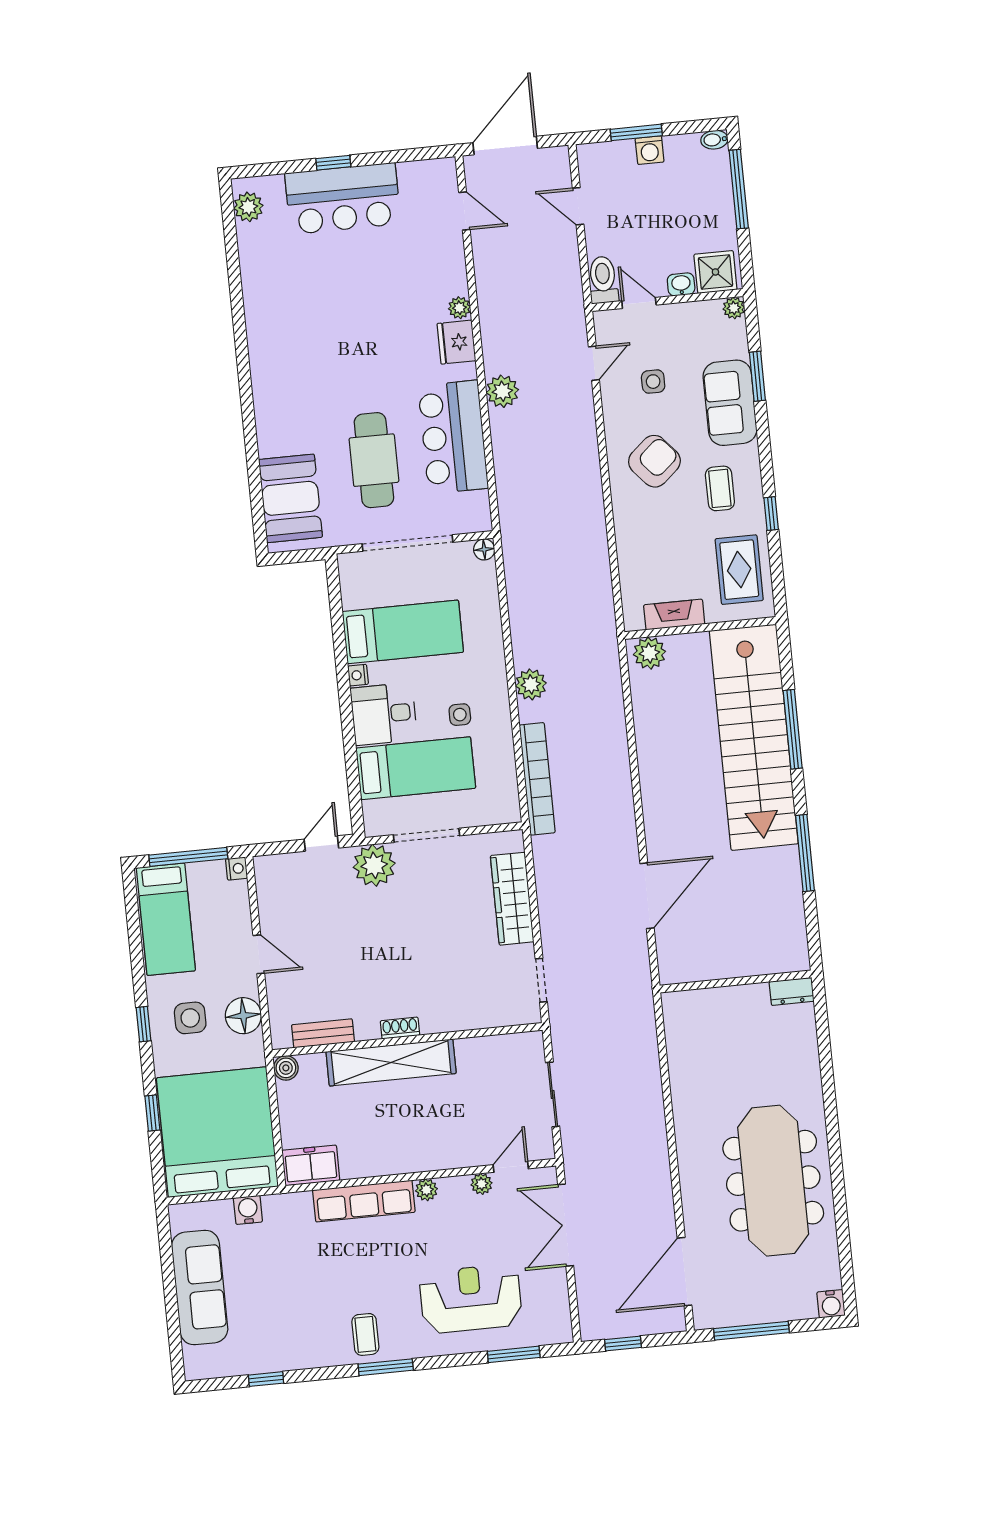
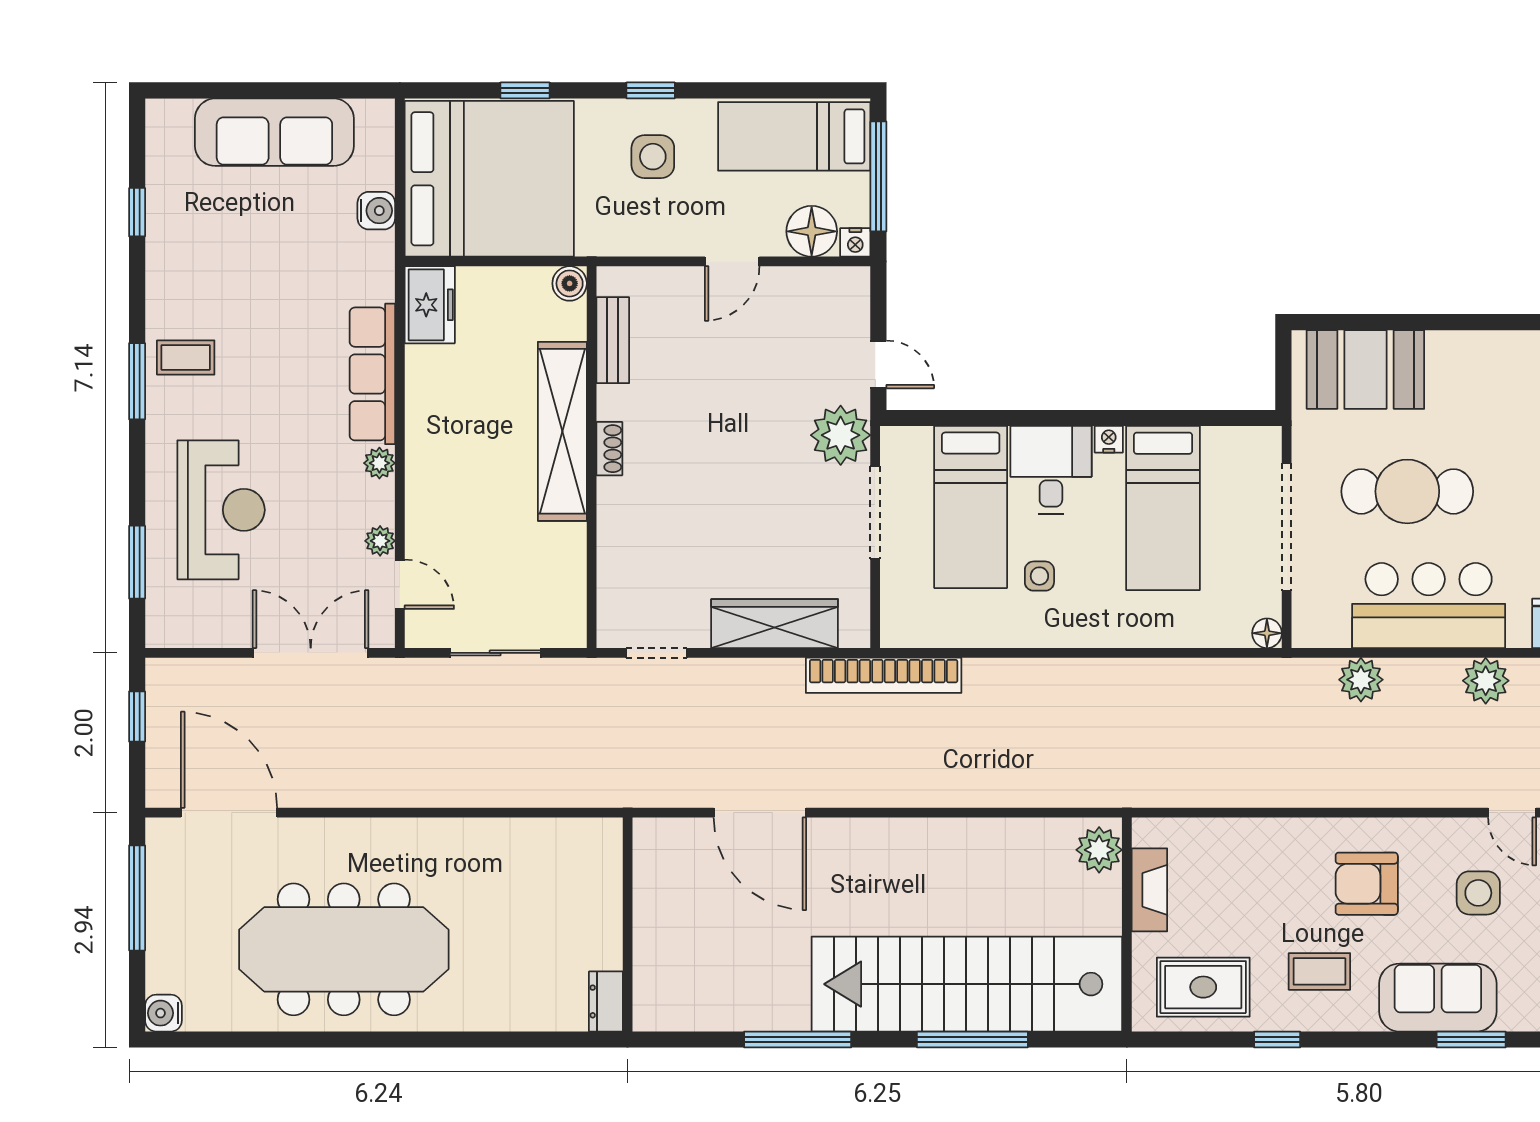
side table: (653, 382) -> (1478, 893), width x1.37, depth x1.37
armchair: (654, 461) -> (1367, 884), turned 131
plant: (531, 684) -> (1361, 680), moved
bookcase: (537, 779) -> (884, 675), moved
floor lamp: (243, 1016) -> (812, 231), moved

